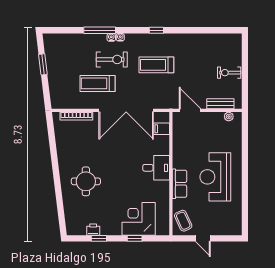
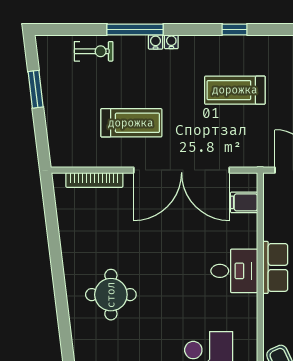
exercise bike: (112, 59) -> (94, 51), moved, width x0.73, depth x0.72
treadmill: (97, 83) -> (131, 123), turned 180
row of seats: (179, 184) -> (275, 267), moved

